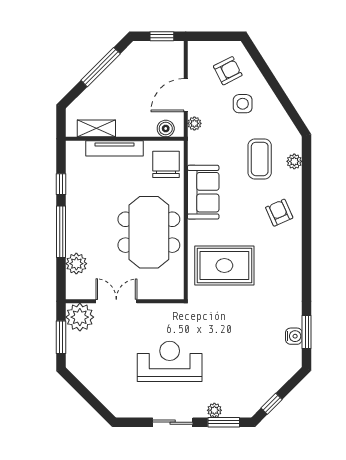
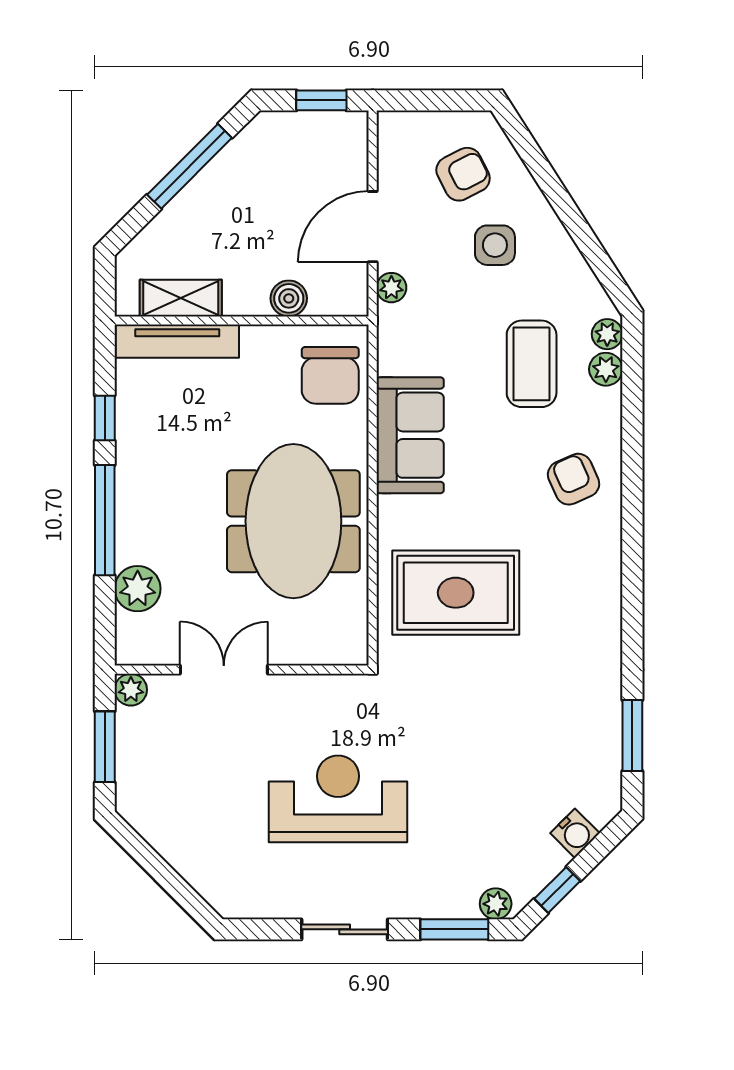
boiler: (166, 129) -> (289, 298), moved
plant: (295, 145) -> (607, 334), added
tv unit: (115, 148) -> (177, 341), moved
chair: (166, 164) -> (330, 375), turned 180
plant: (80, 317) -> (131, 690), width x0.53, depth x0.53
water cooler: (294, 336) -> (575, 833), moved, turned 45
plant: (214, 410) -> (496, 904), moved

